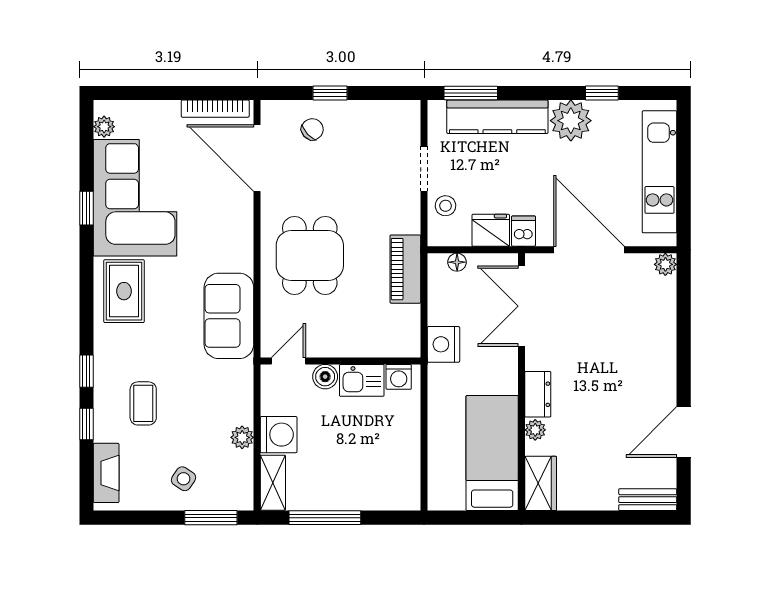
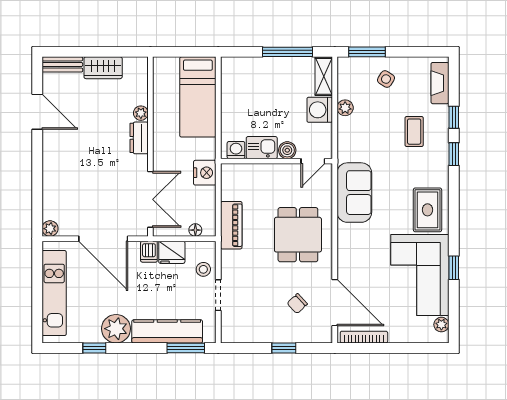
chair: (312, 129) -> (297, 304), moved
door: (684, 432) -> (37, 112), hinge flipped
bed: (492, 453) -> (198, 97), moved
wardrobe: (541, 483) -> (103, 68), moved, turned -90

